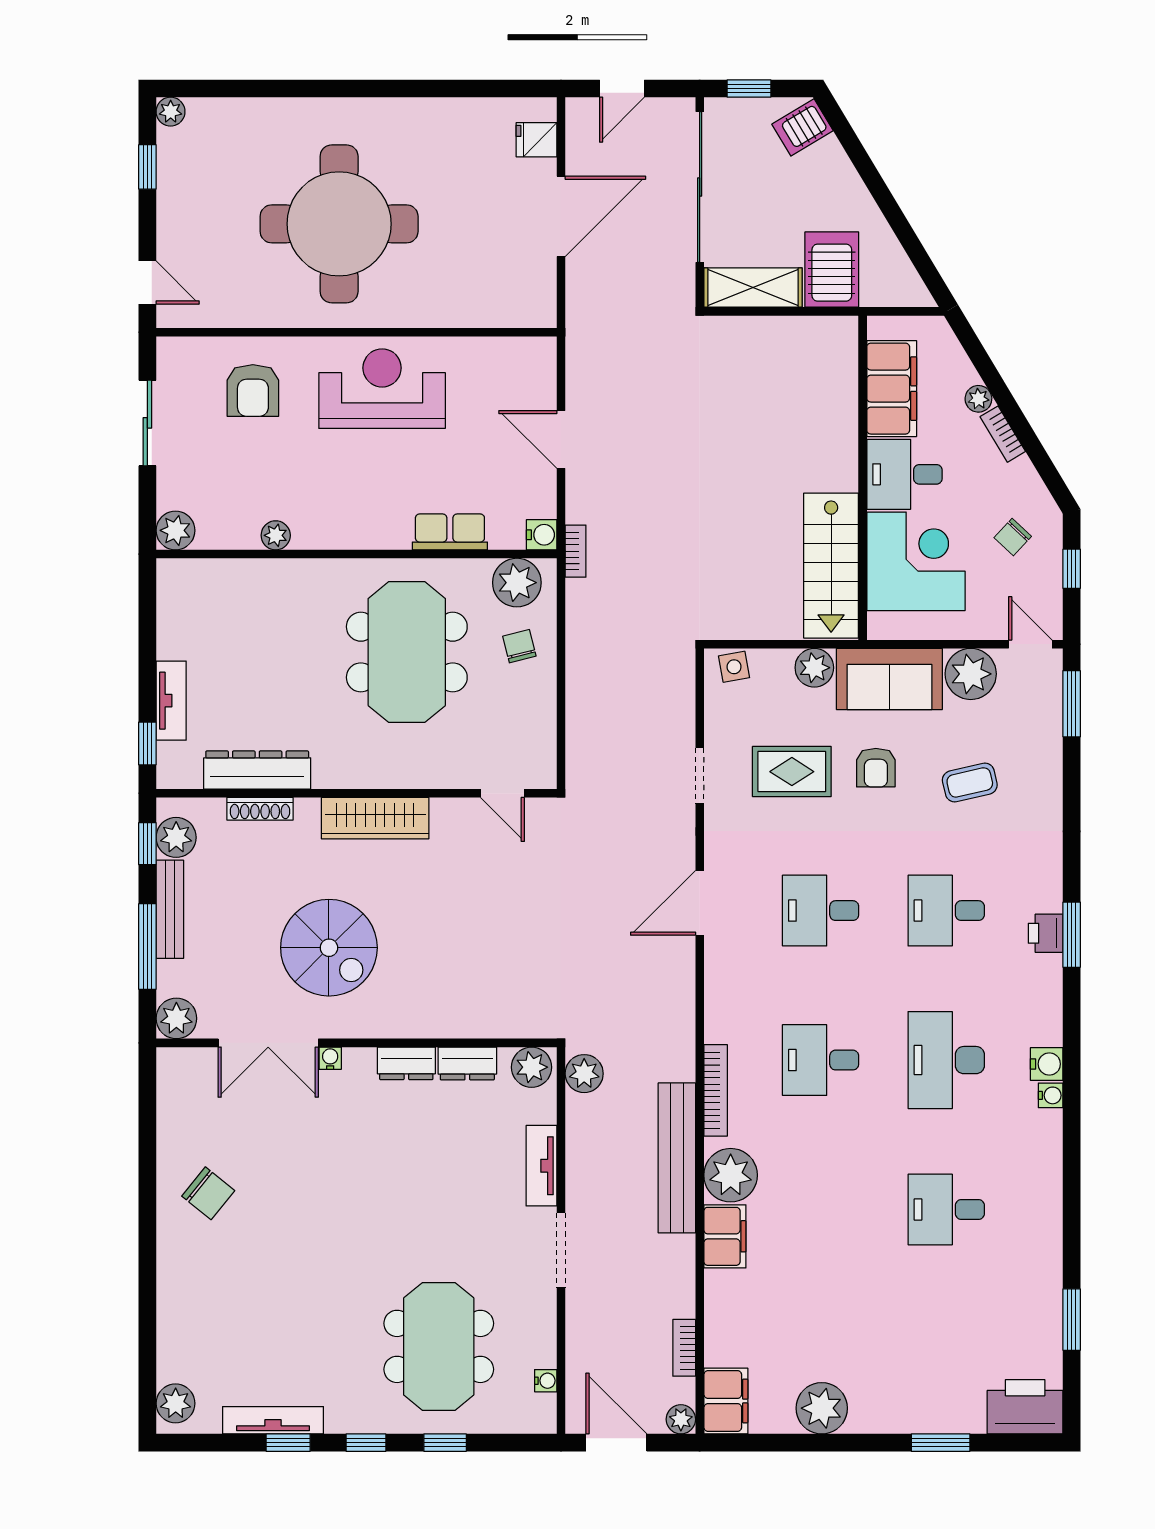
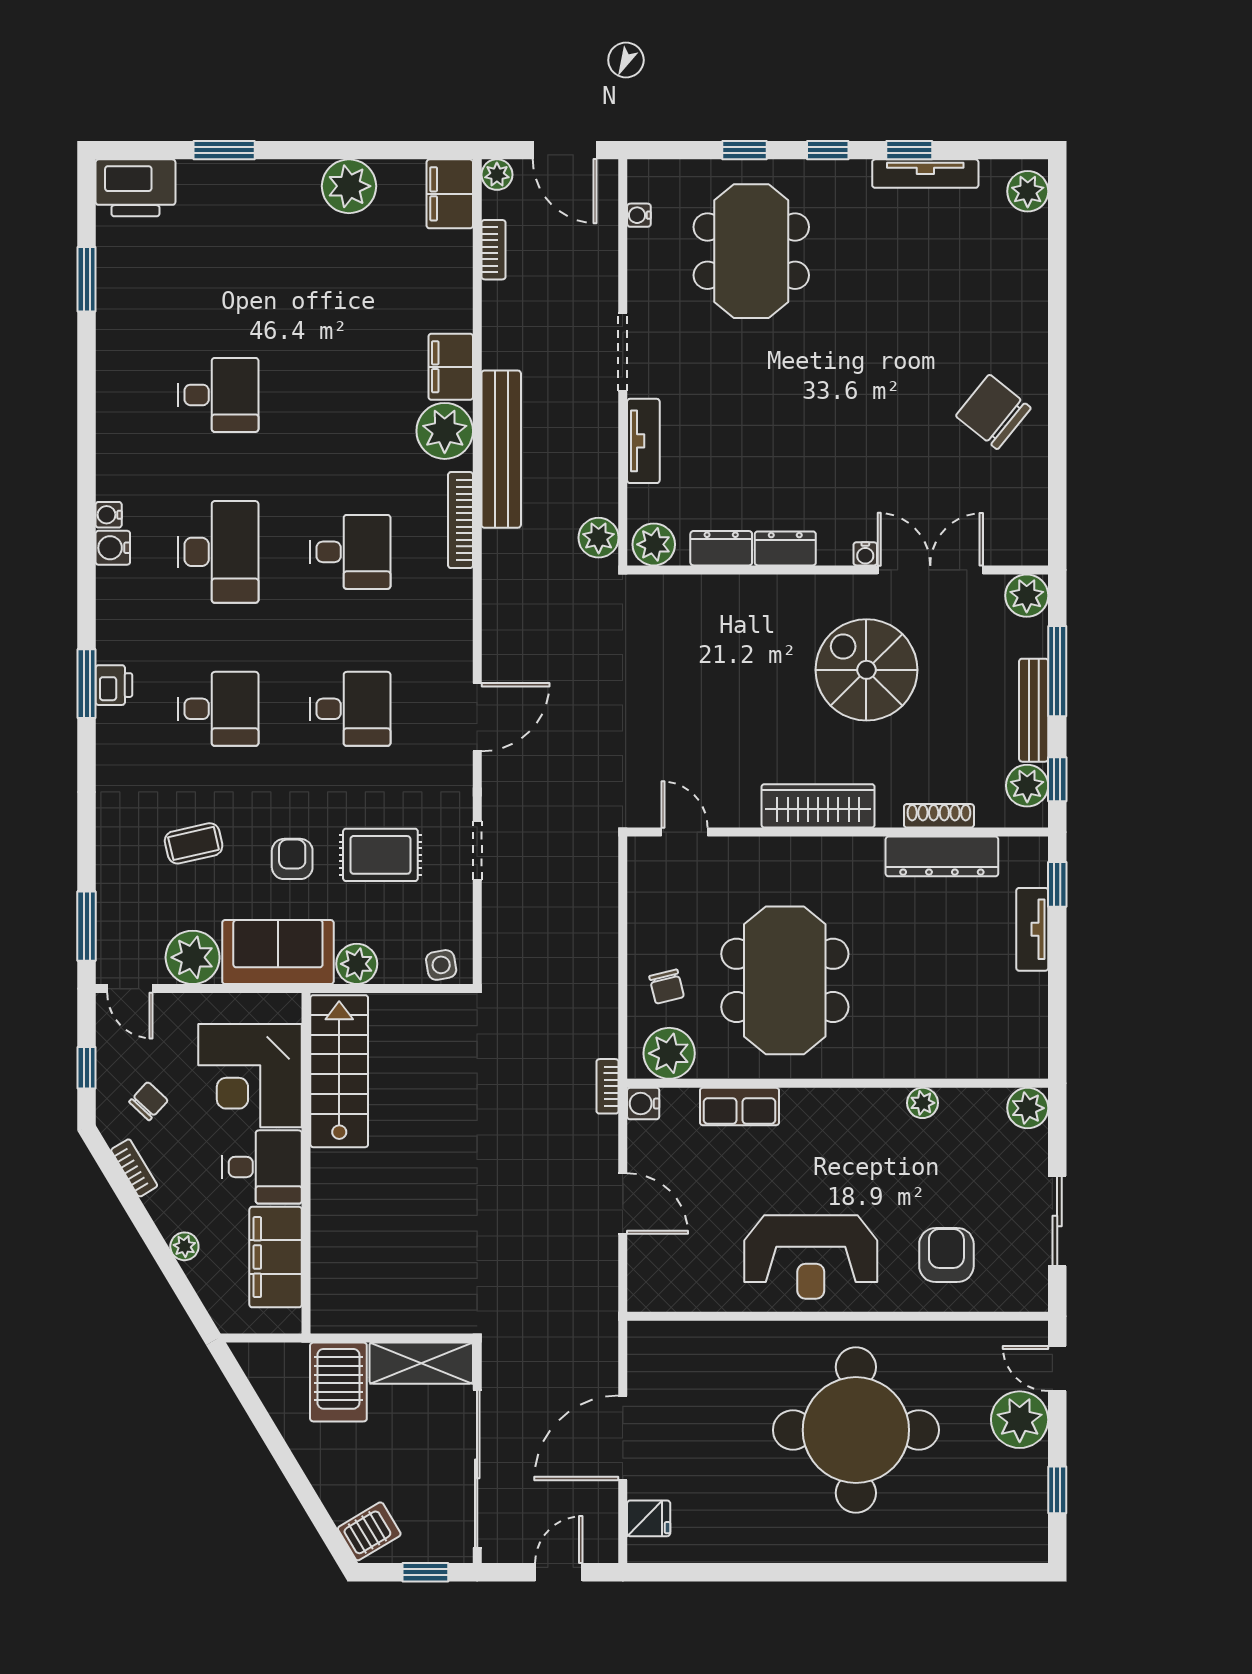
plant: (171, 112) -> (1020, 1420), moved, width x1.88, depth x1.88
bookcase: (1003, 434) -> (134, 1168), moved
chair: (208, 1193) -> (993, 412), width x1.37, depth x1.37

